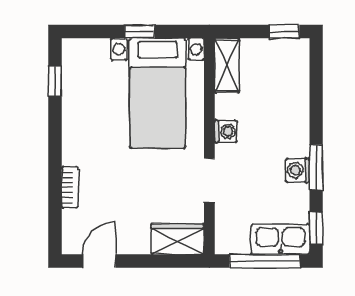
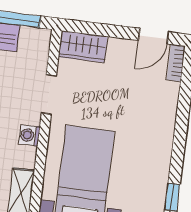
bookcase: (70, 187) -> (176, 63), moved

